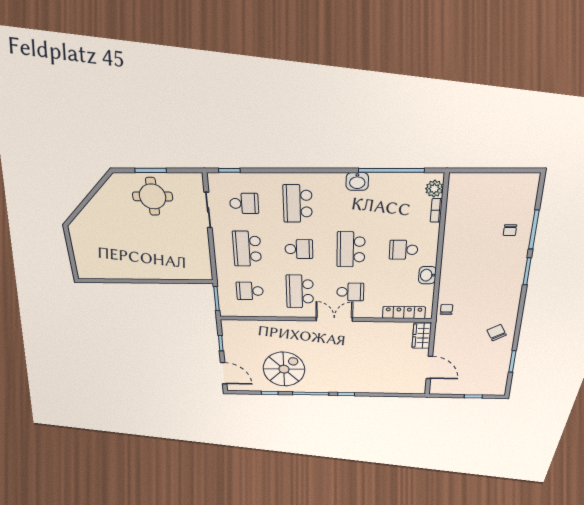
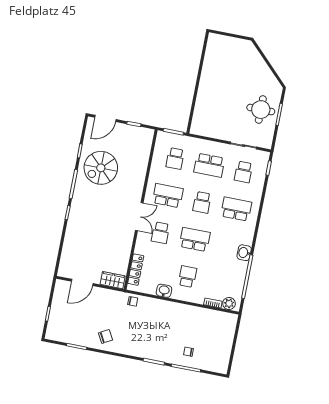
school desk: (247, 249) -> (209, 165), turned 180
school desk: (250, 291) -> (175, 159), turned 180
spiral stairs: (284, 369) -> (101, 168), turned 90

